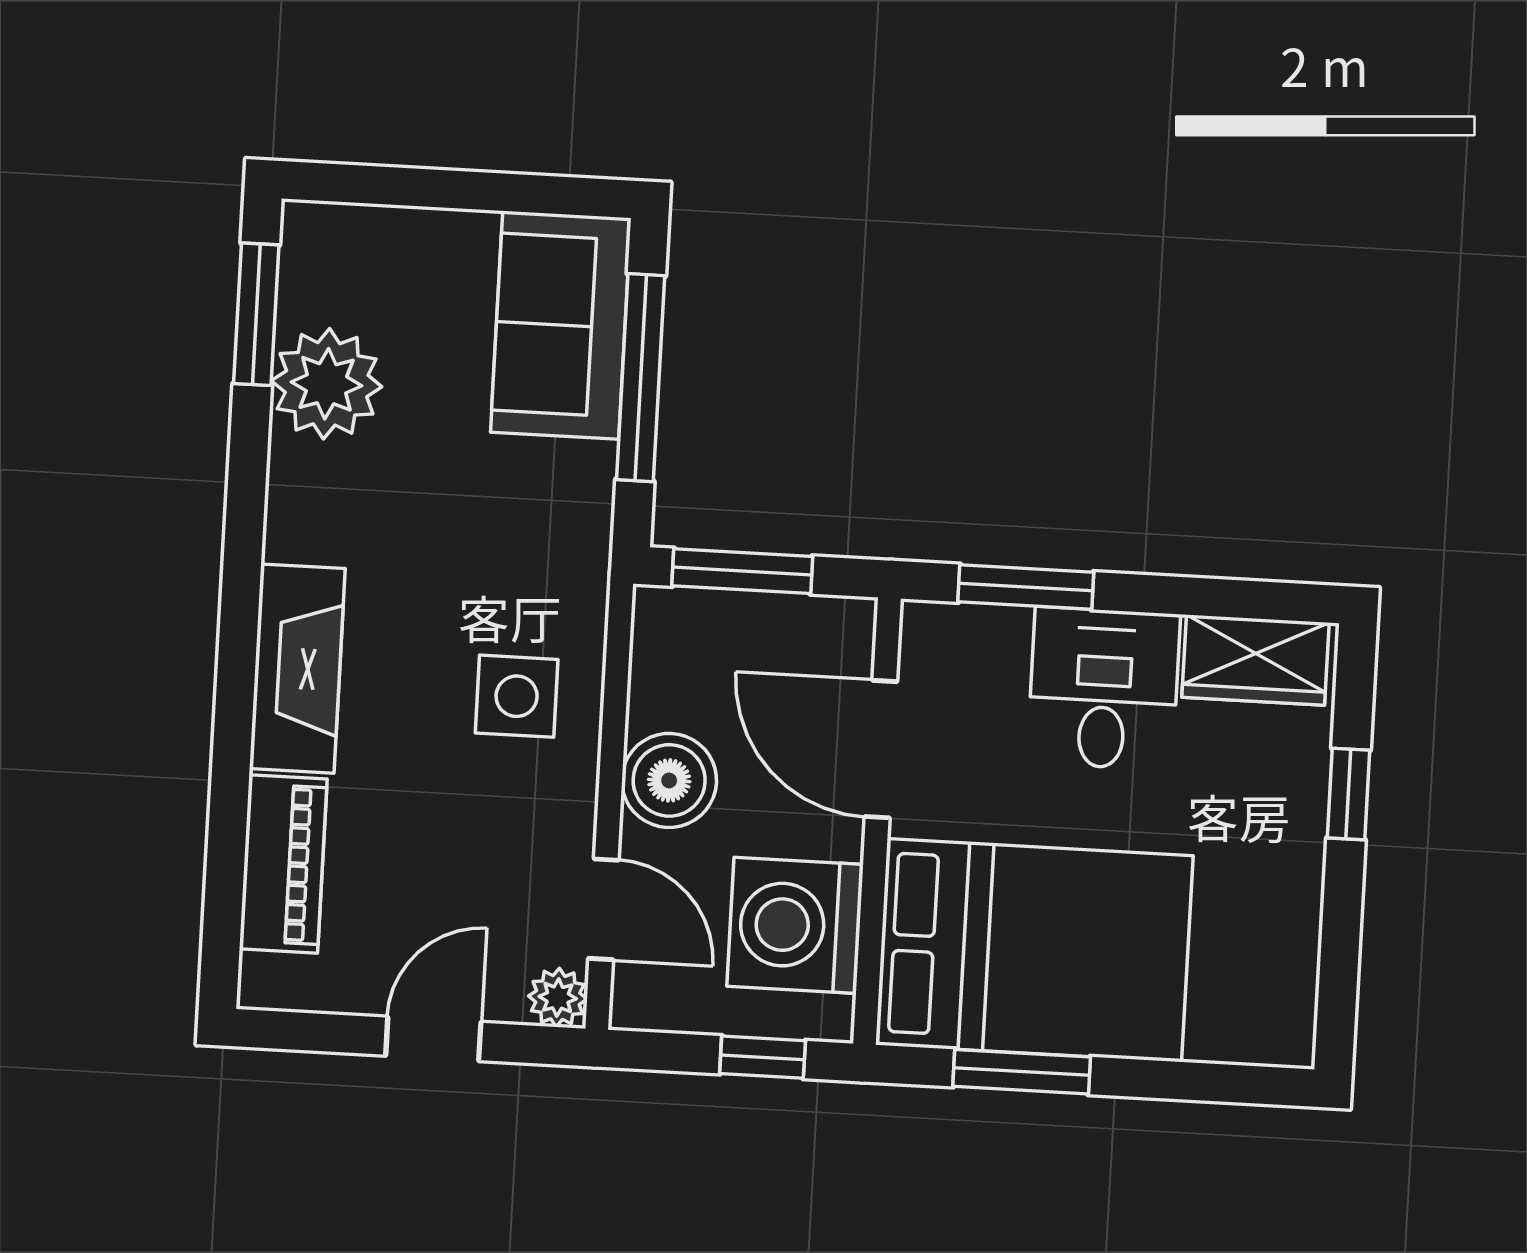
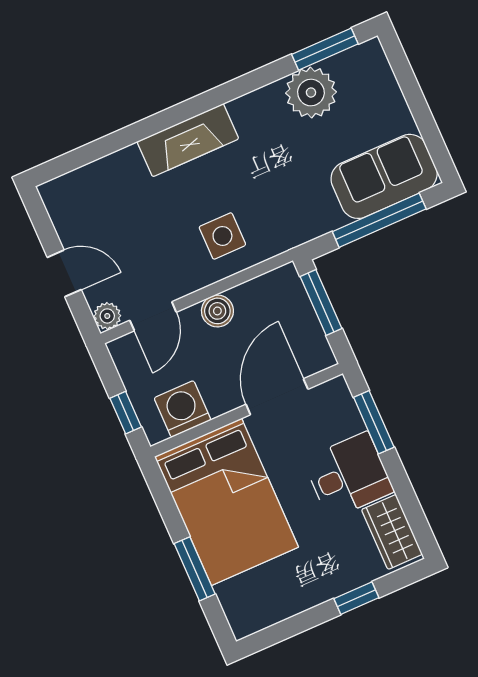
boiler: (669, 780) -> (217, 311), width x0.73, depth x0.73
piano: (283, 864) -> (105, 175), removed
washing machine: (795, 925) -> (182, 409), width x0.73, depth x0.73
window: (1022, 1072) -> (195, 569), moved

